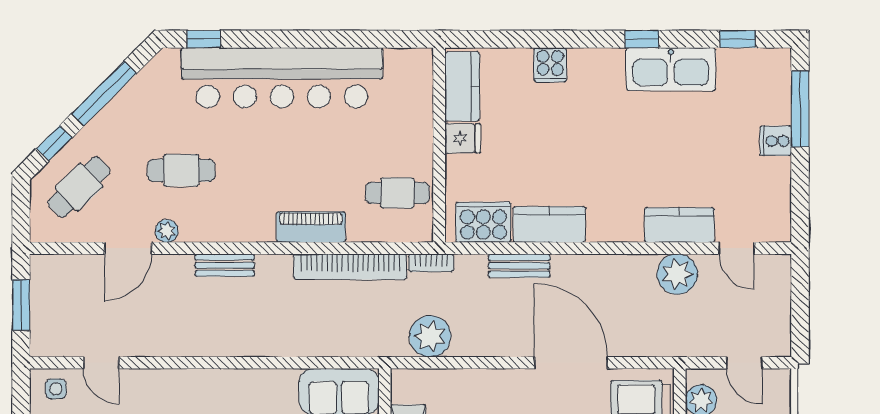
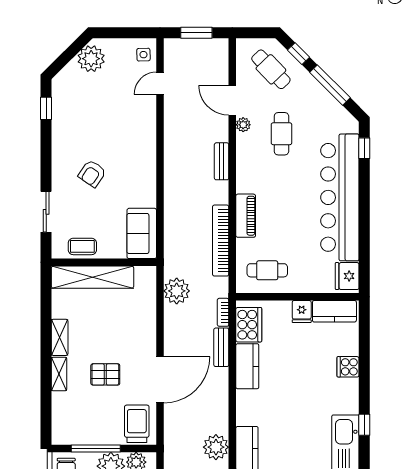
fridge: (406, 66) -> (347, 276), added
cafe table: (397, 193) -> (267, 270), turned 90
bookcase: (431, 263) -> (223, 312), moved

